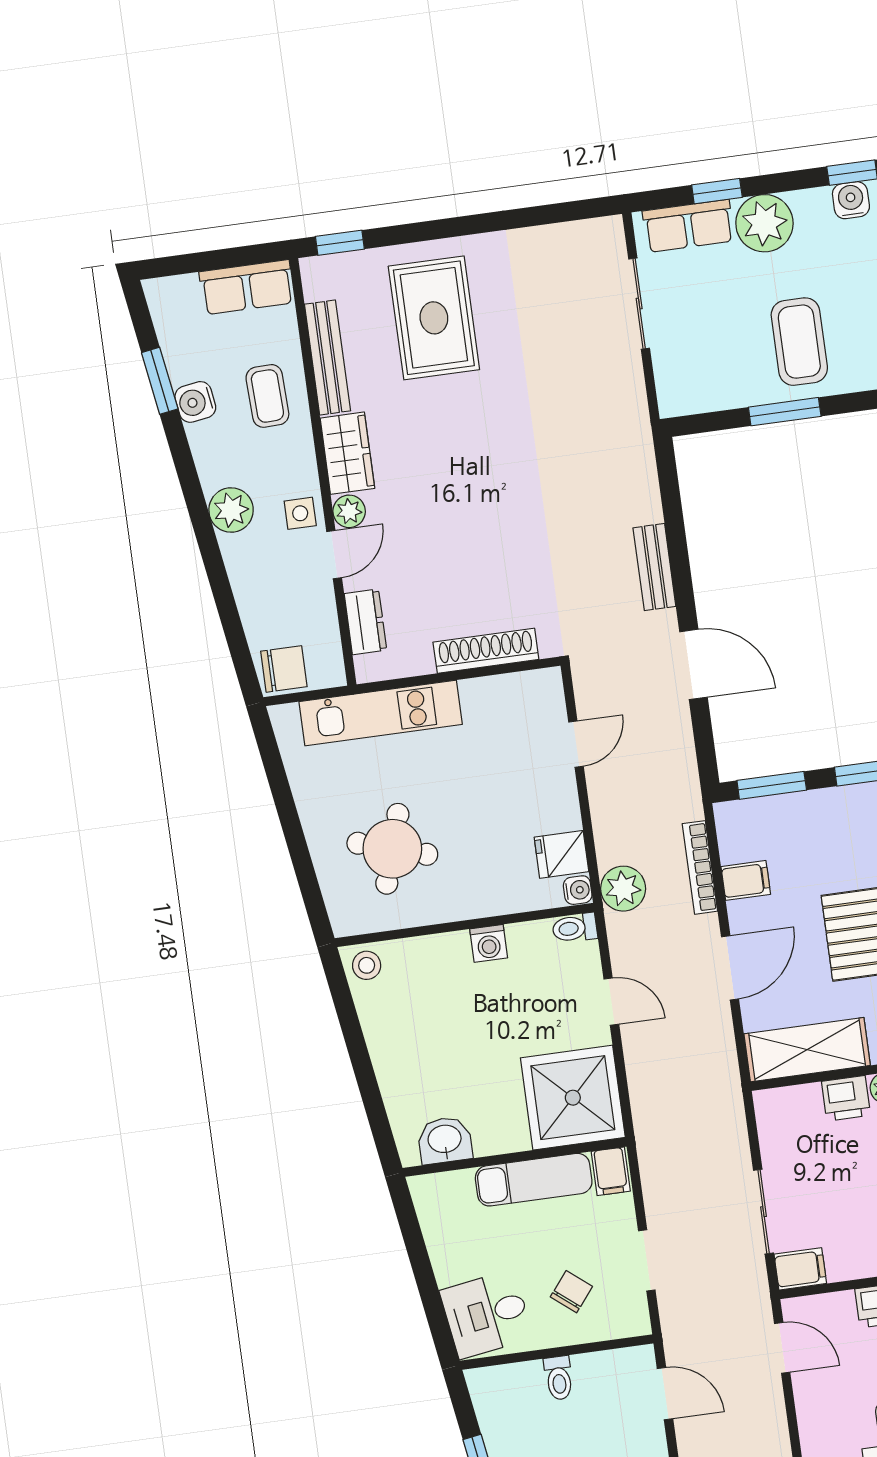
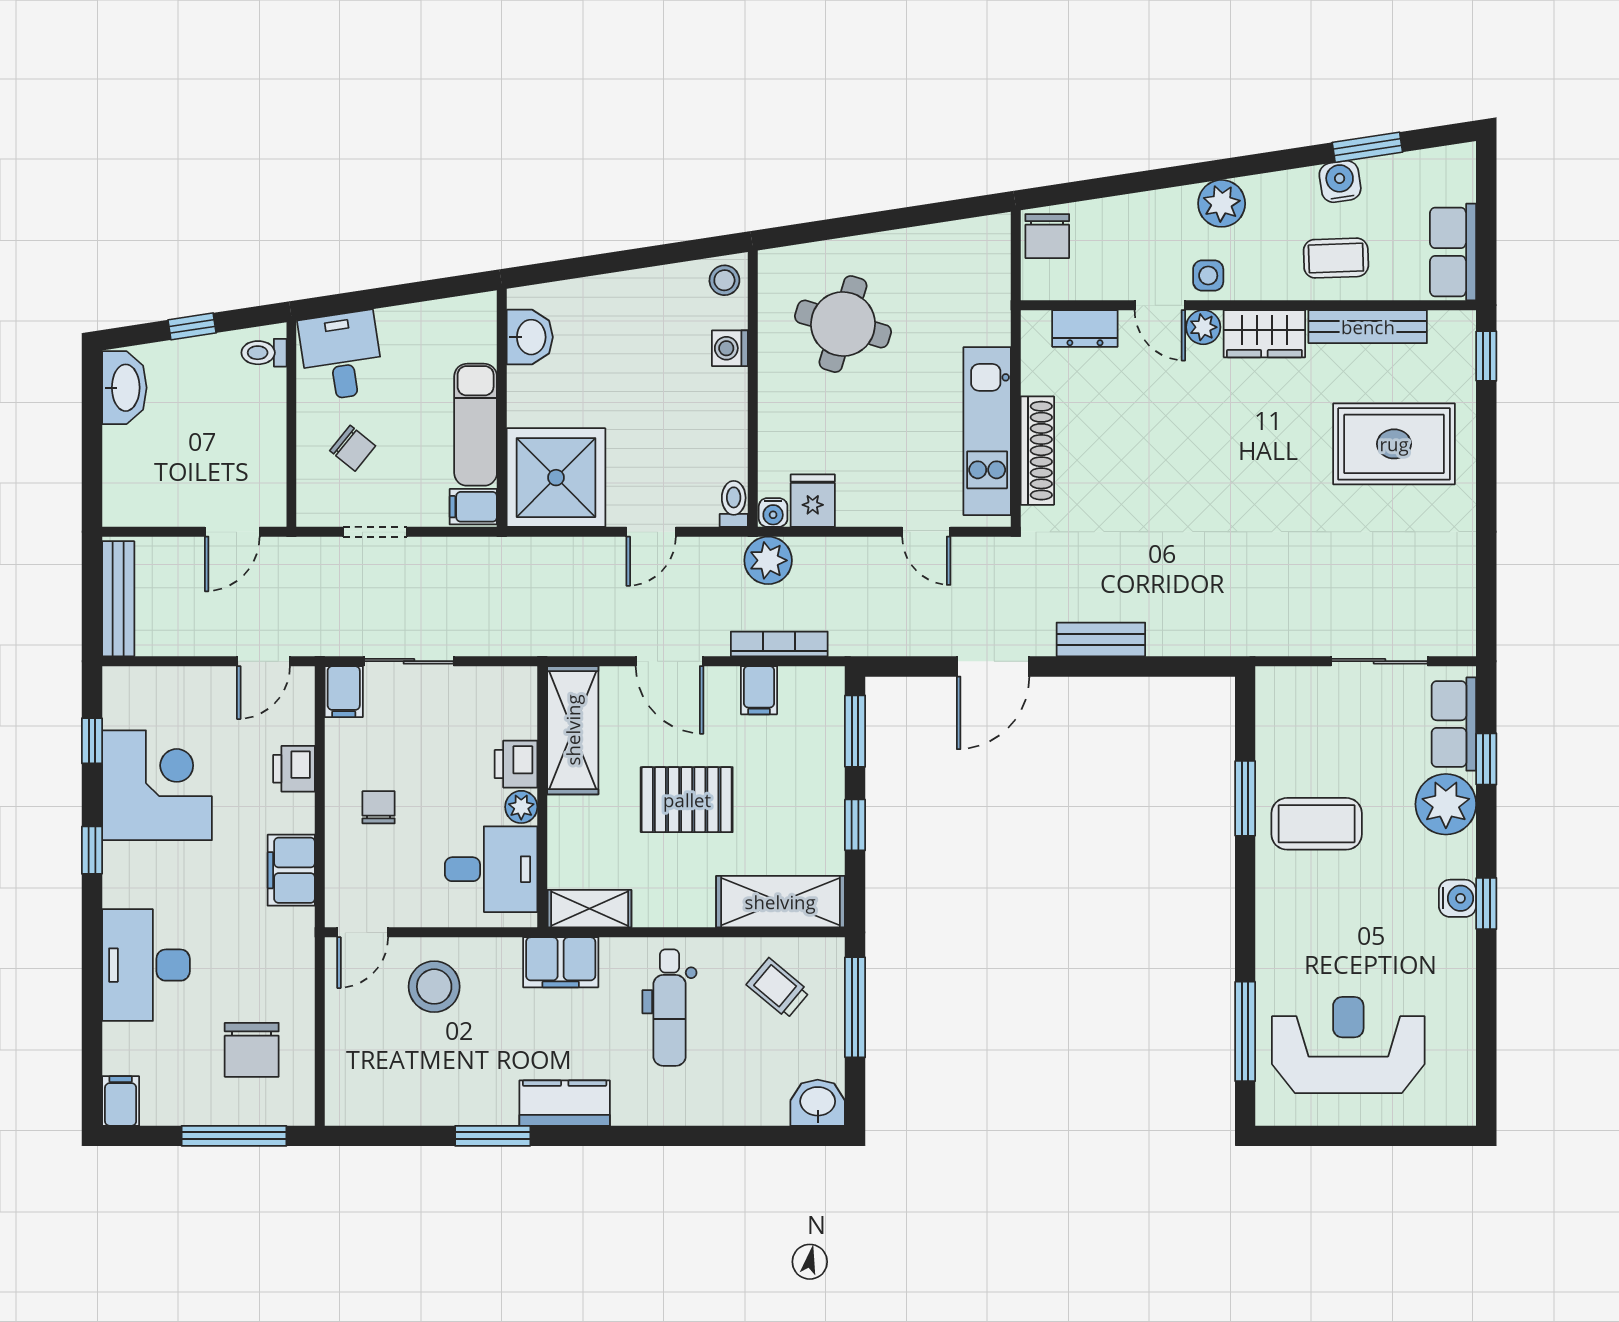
kitchen unit: (381, 713) -> (987, 431), moved
washing machine: (489, 943) -> (730, 348), moved
toilet: (559, 1378) -> (264, 353), moved

